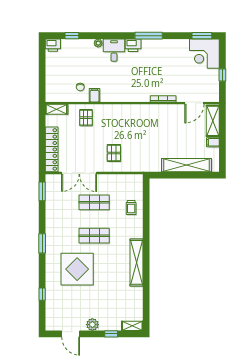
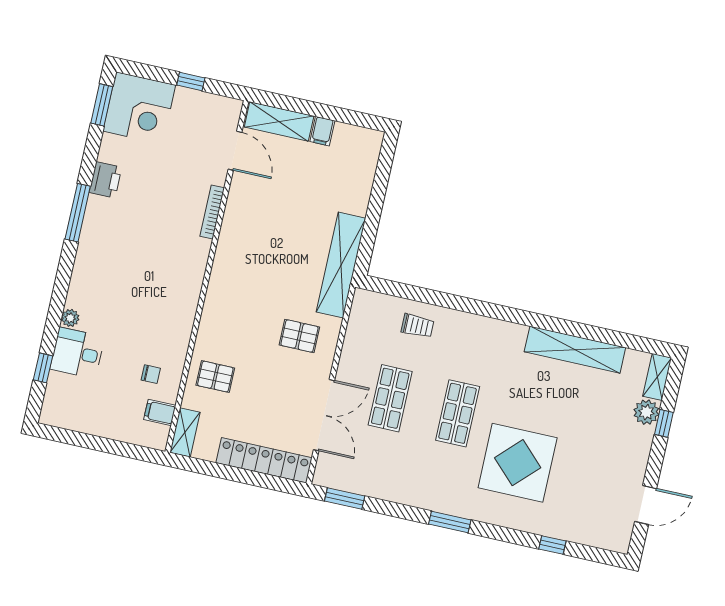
printer: (53, 45) -> (54, 411), removed
printer: (133, 45) -> (105, 180), moved
desk: (114, 50) -> (77, 353), moved
filing cabinet: (95, 95) -> (160, 412), moved
shelving: (187, 165) -> (341, 265), moved
shelving: (136, 262) -> (575, 350), moved
plant: (92, 325) -> (646, 412), moved

